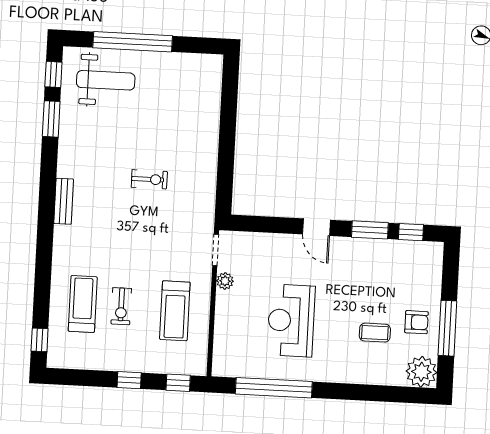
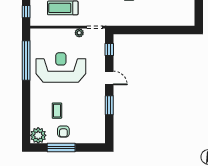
door: (316, 227) -> (109, 78), swing flipped
window: (411, 232) -> (109, 50), moved
reception desk: (291, 321) -> (61, 68), width x1.36, depth x1.30

